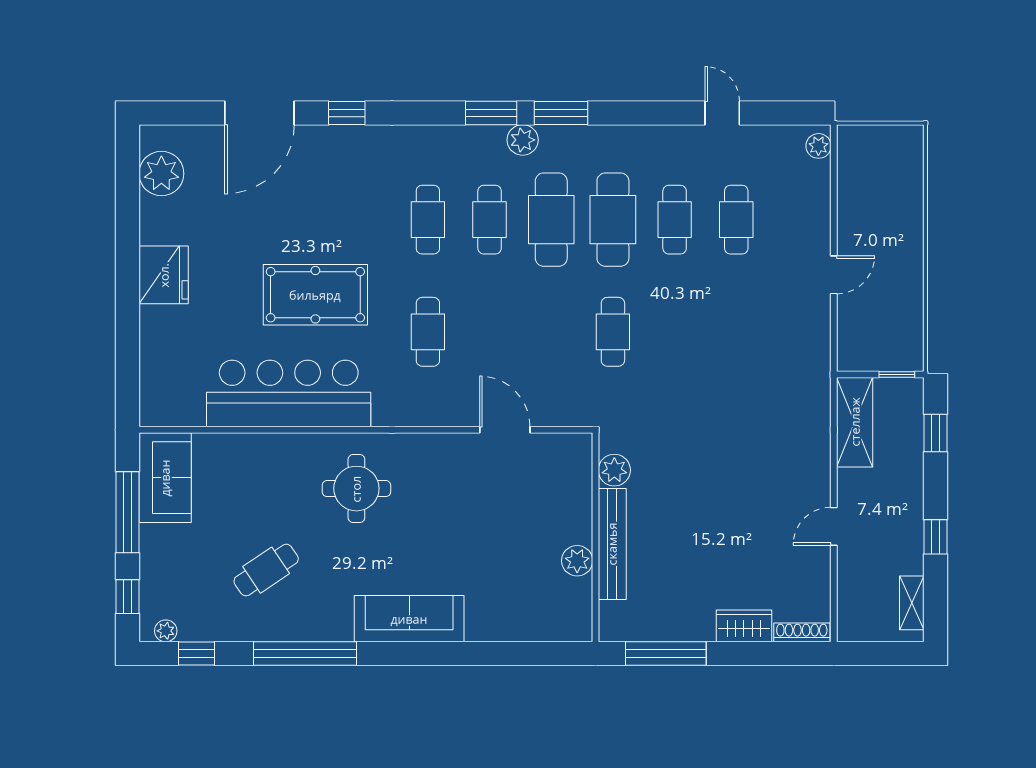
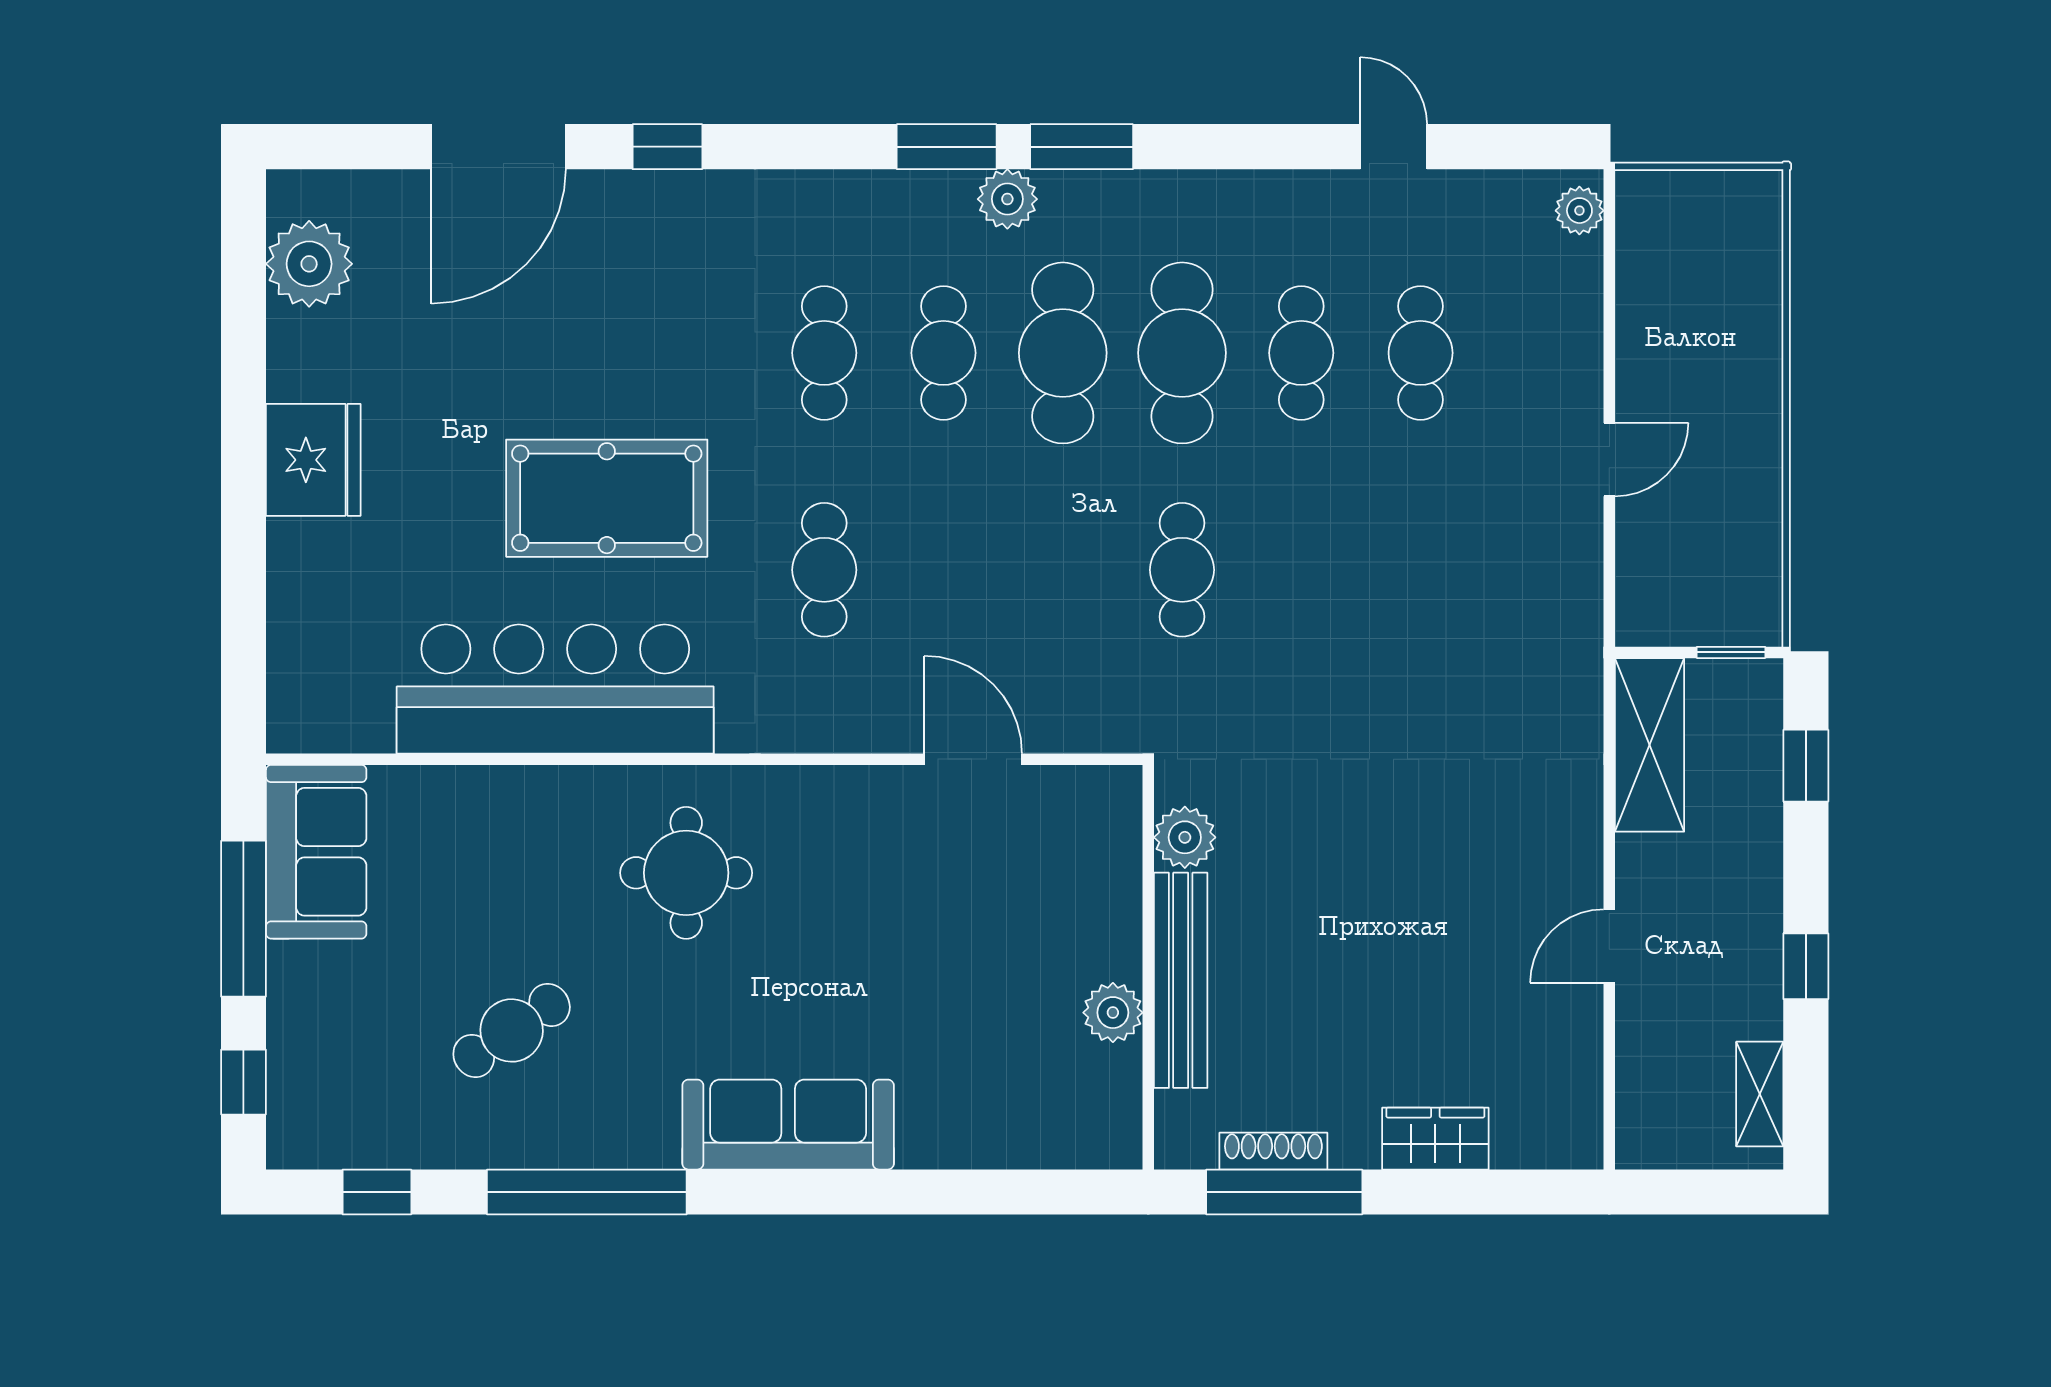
plant: (166, 631) -> (317, 1148), removed
shoe rack: (802, 632) -> (1273, 1151), moved

